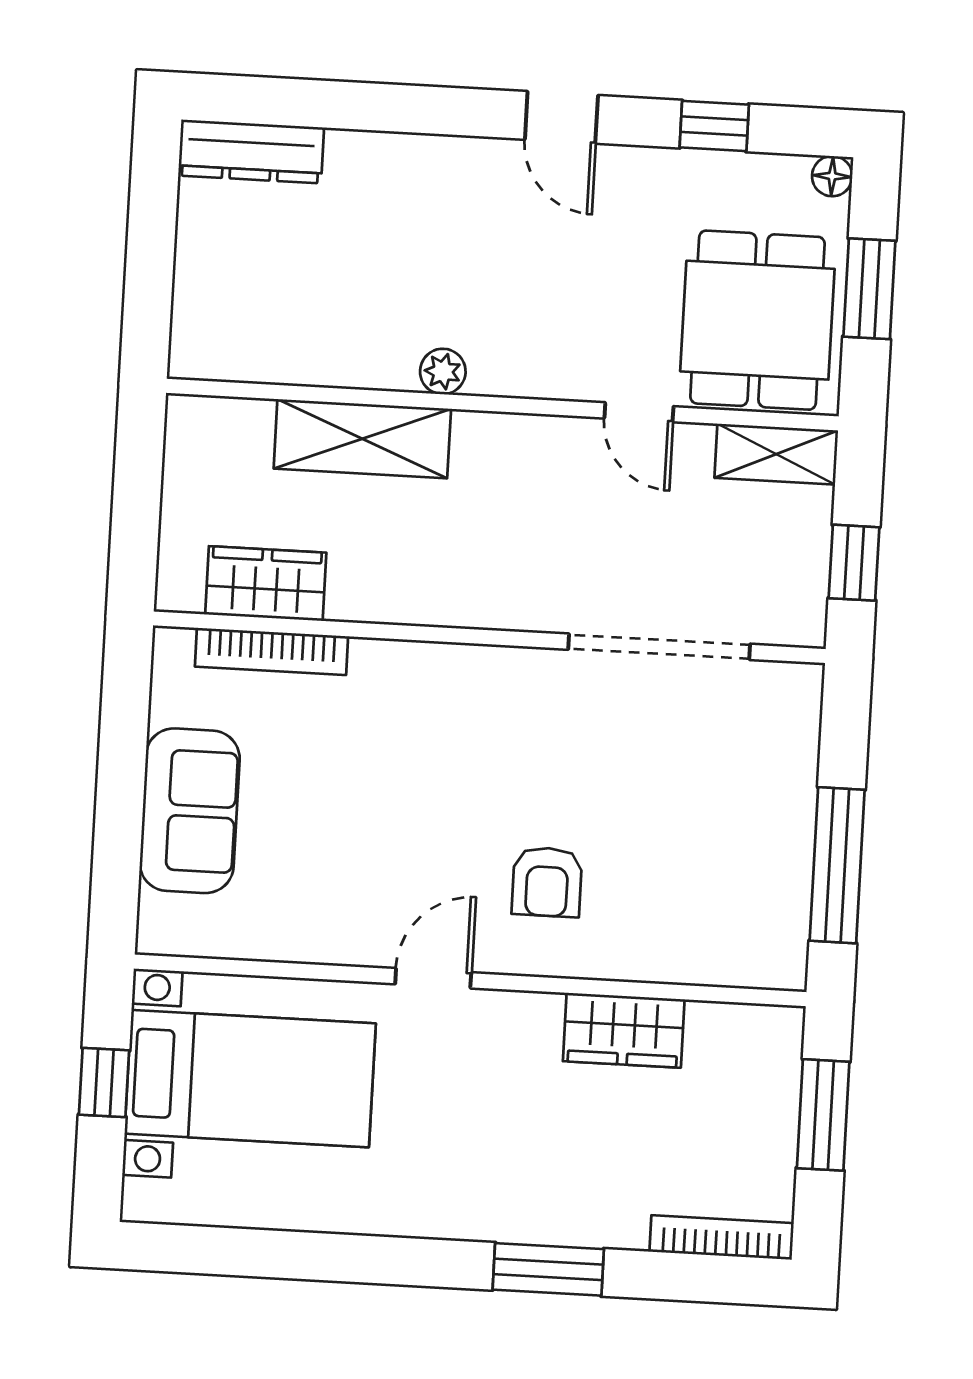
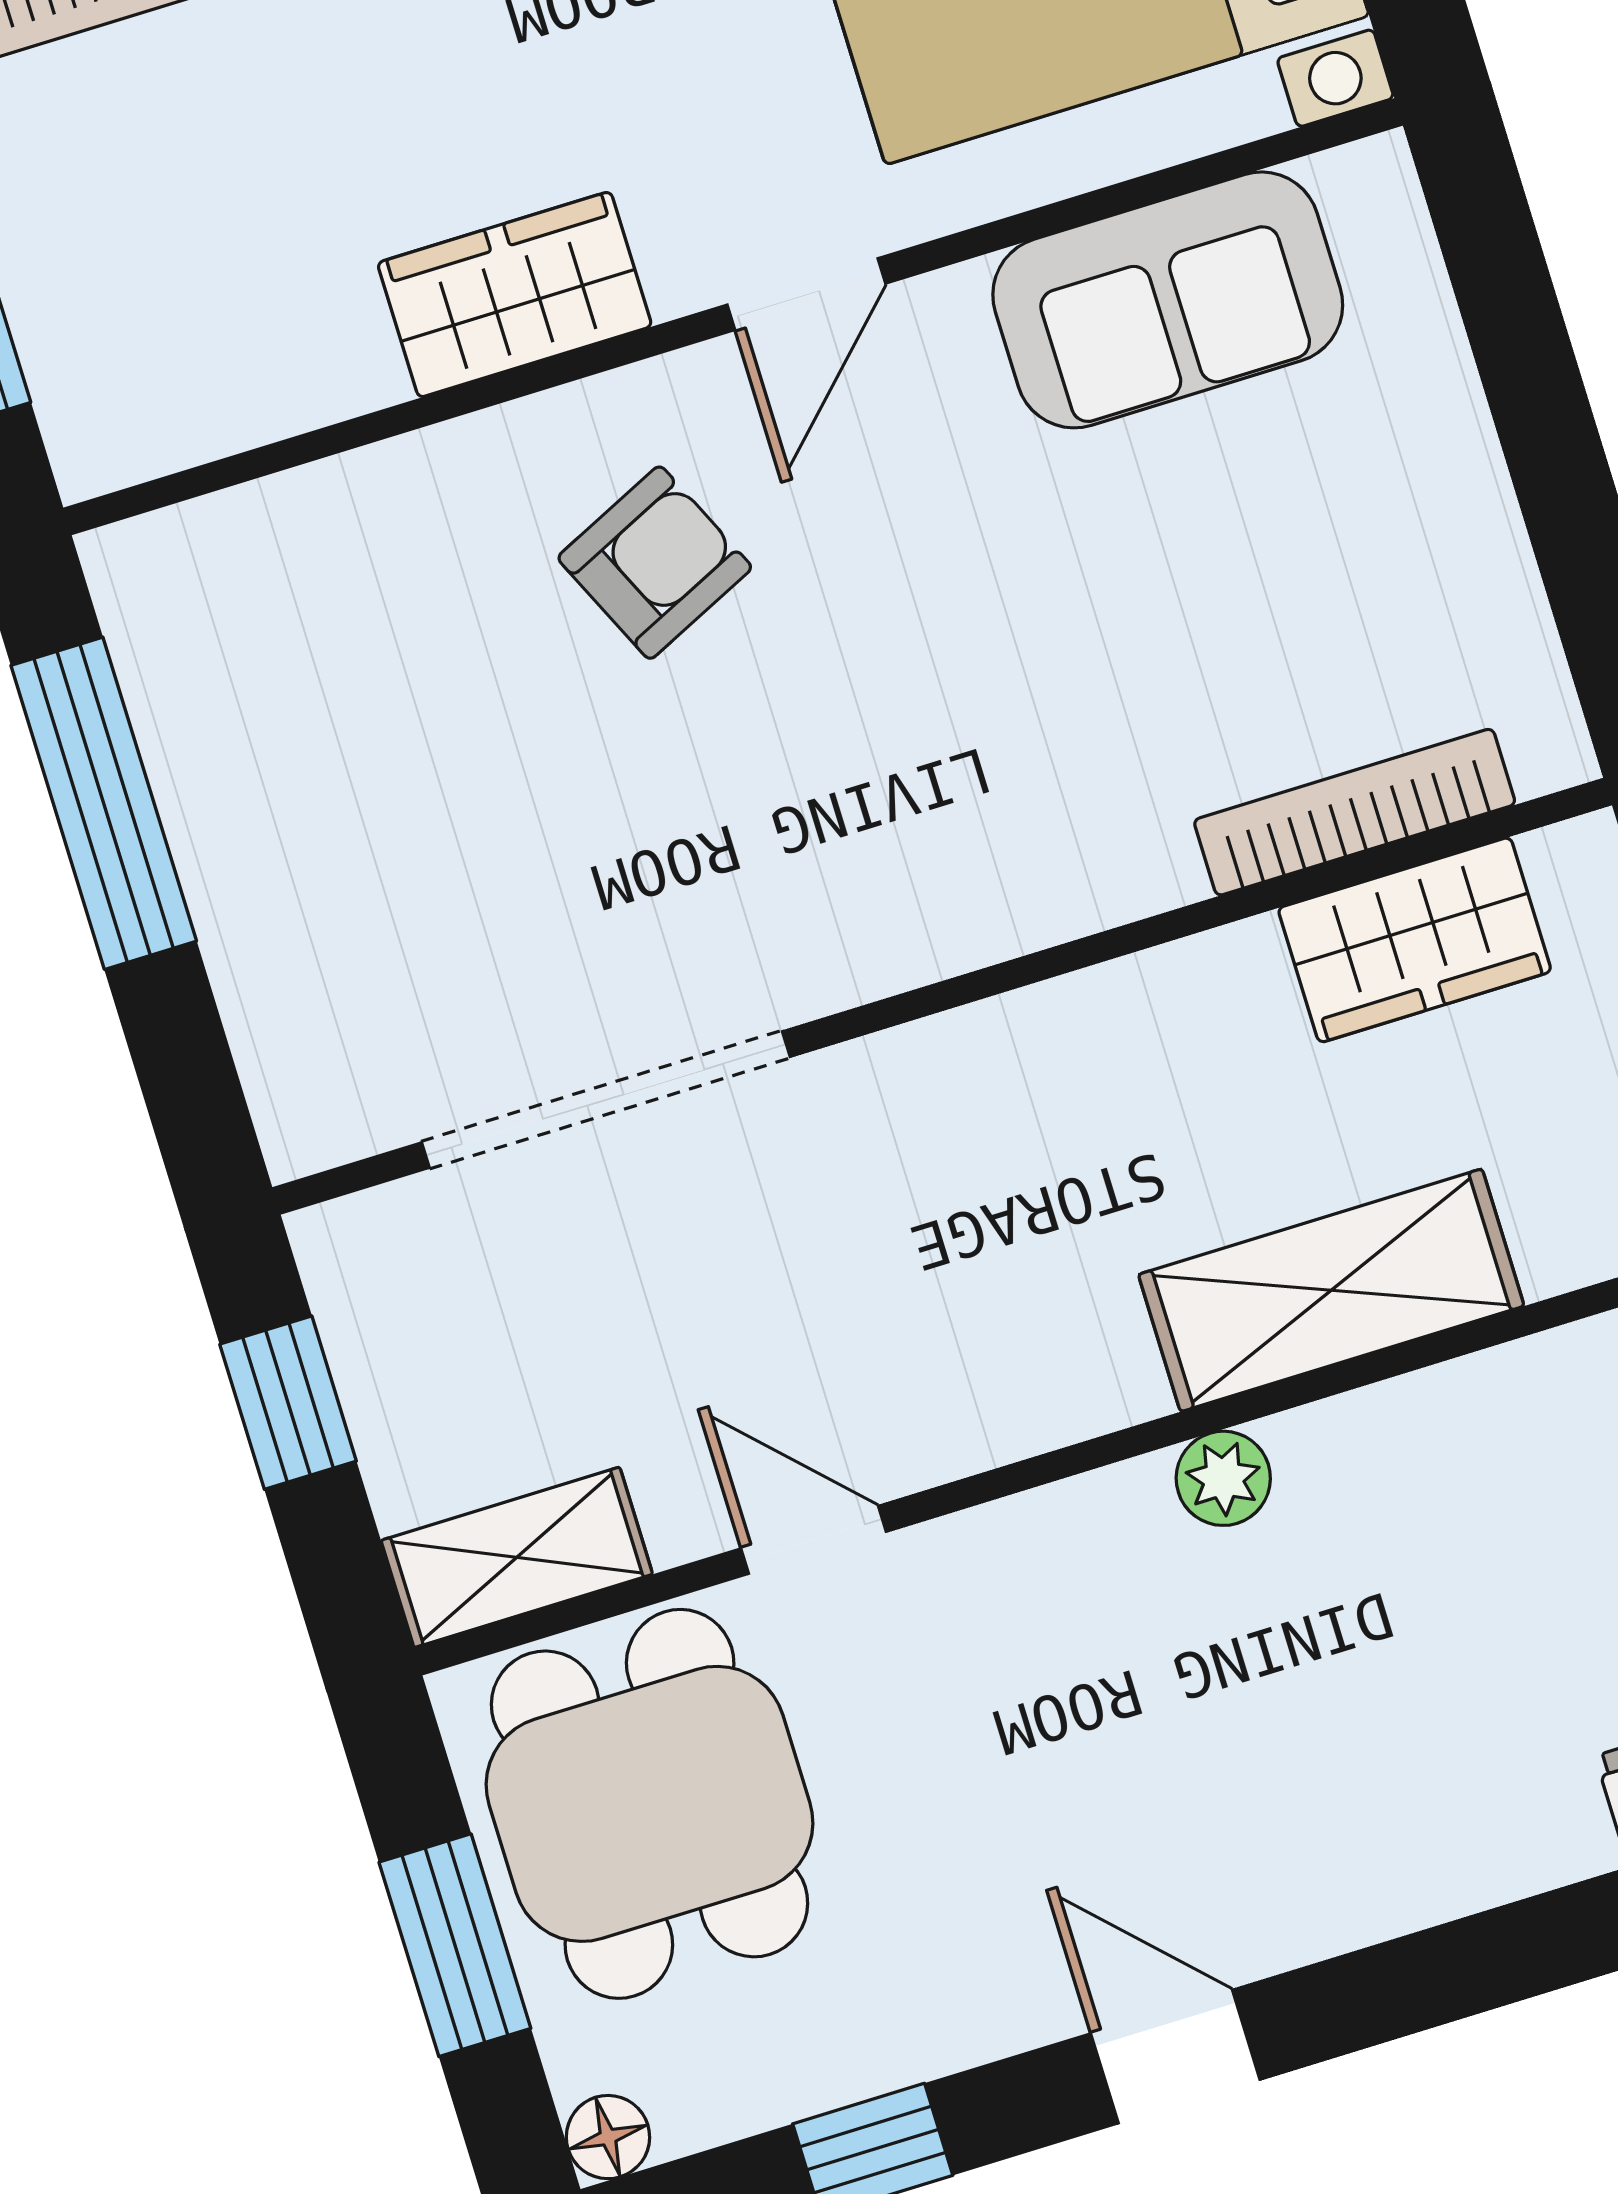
sofa: (190, 811) -> (1168, 300), moved, turned -90
armchair: (547, 882) -> (655, 563), turned 65
wardrobe: (624, 1030) -> (515, 295), moved

